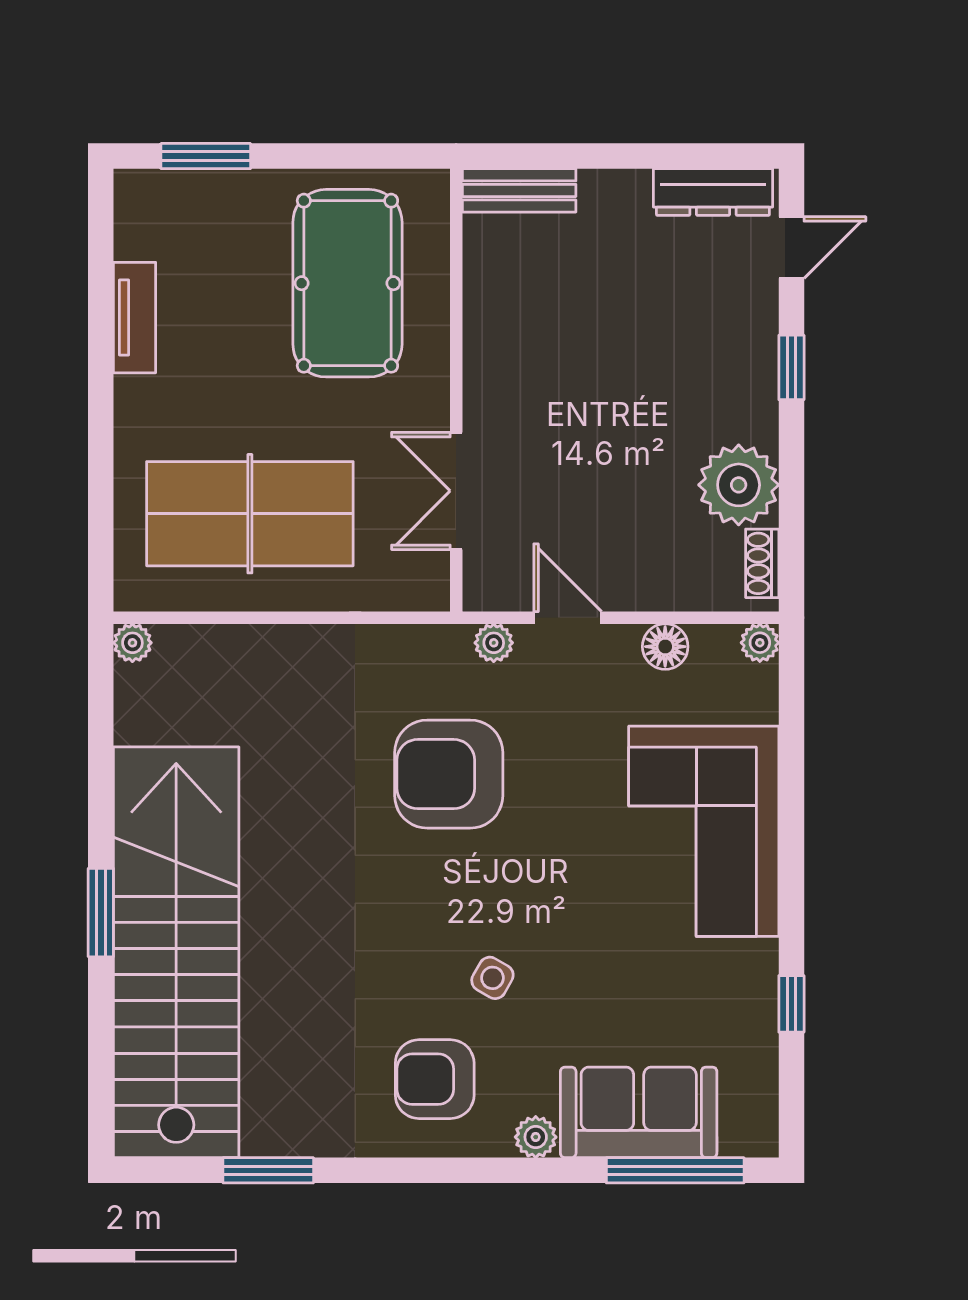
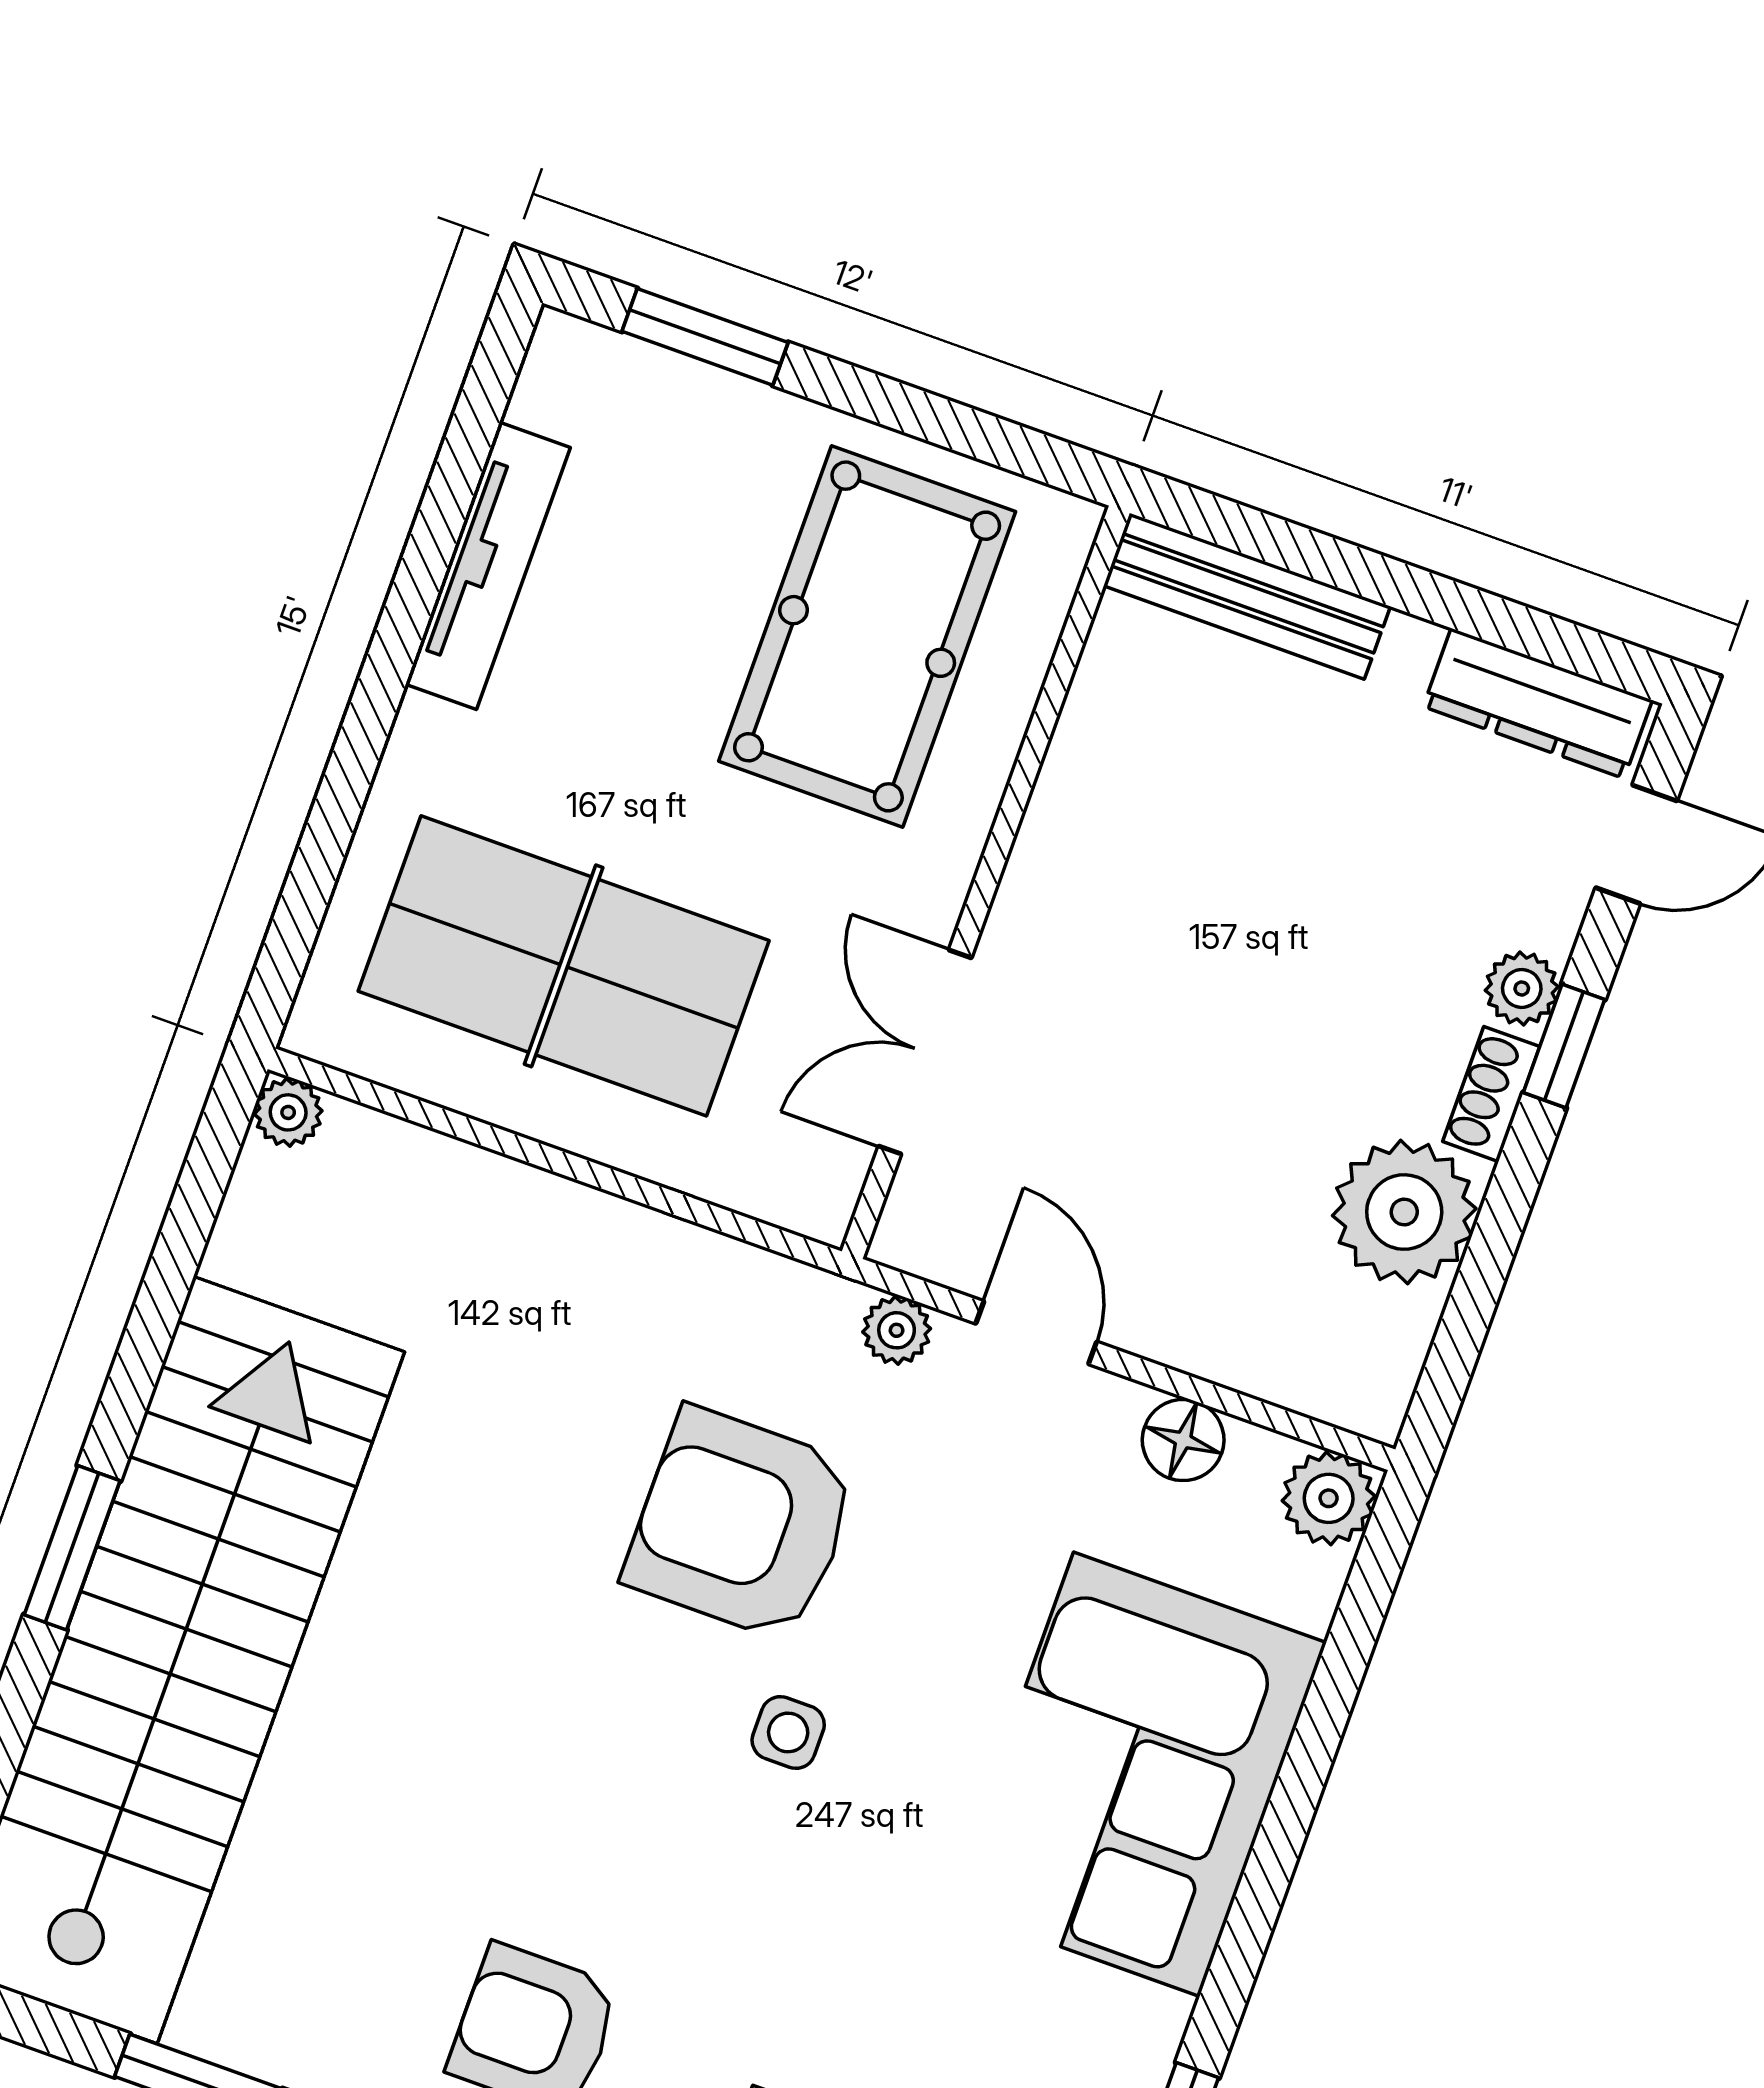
bench: (519, 190) -> (1247, 596), width x1.36
tv unit: (135, 318) -> (488, 566), width x1.41
plant: (758, 345) -> (1522, 988), added
shoe rack: (762, 563) -> (1491, 1094), moved
plant: (760, 643) -> (1329, 1498), width x1.38, depth x1.38
side table: (492, 978) -> (788, 1732), moved, turned -30

